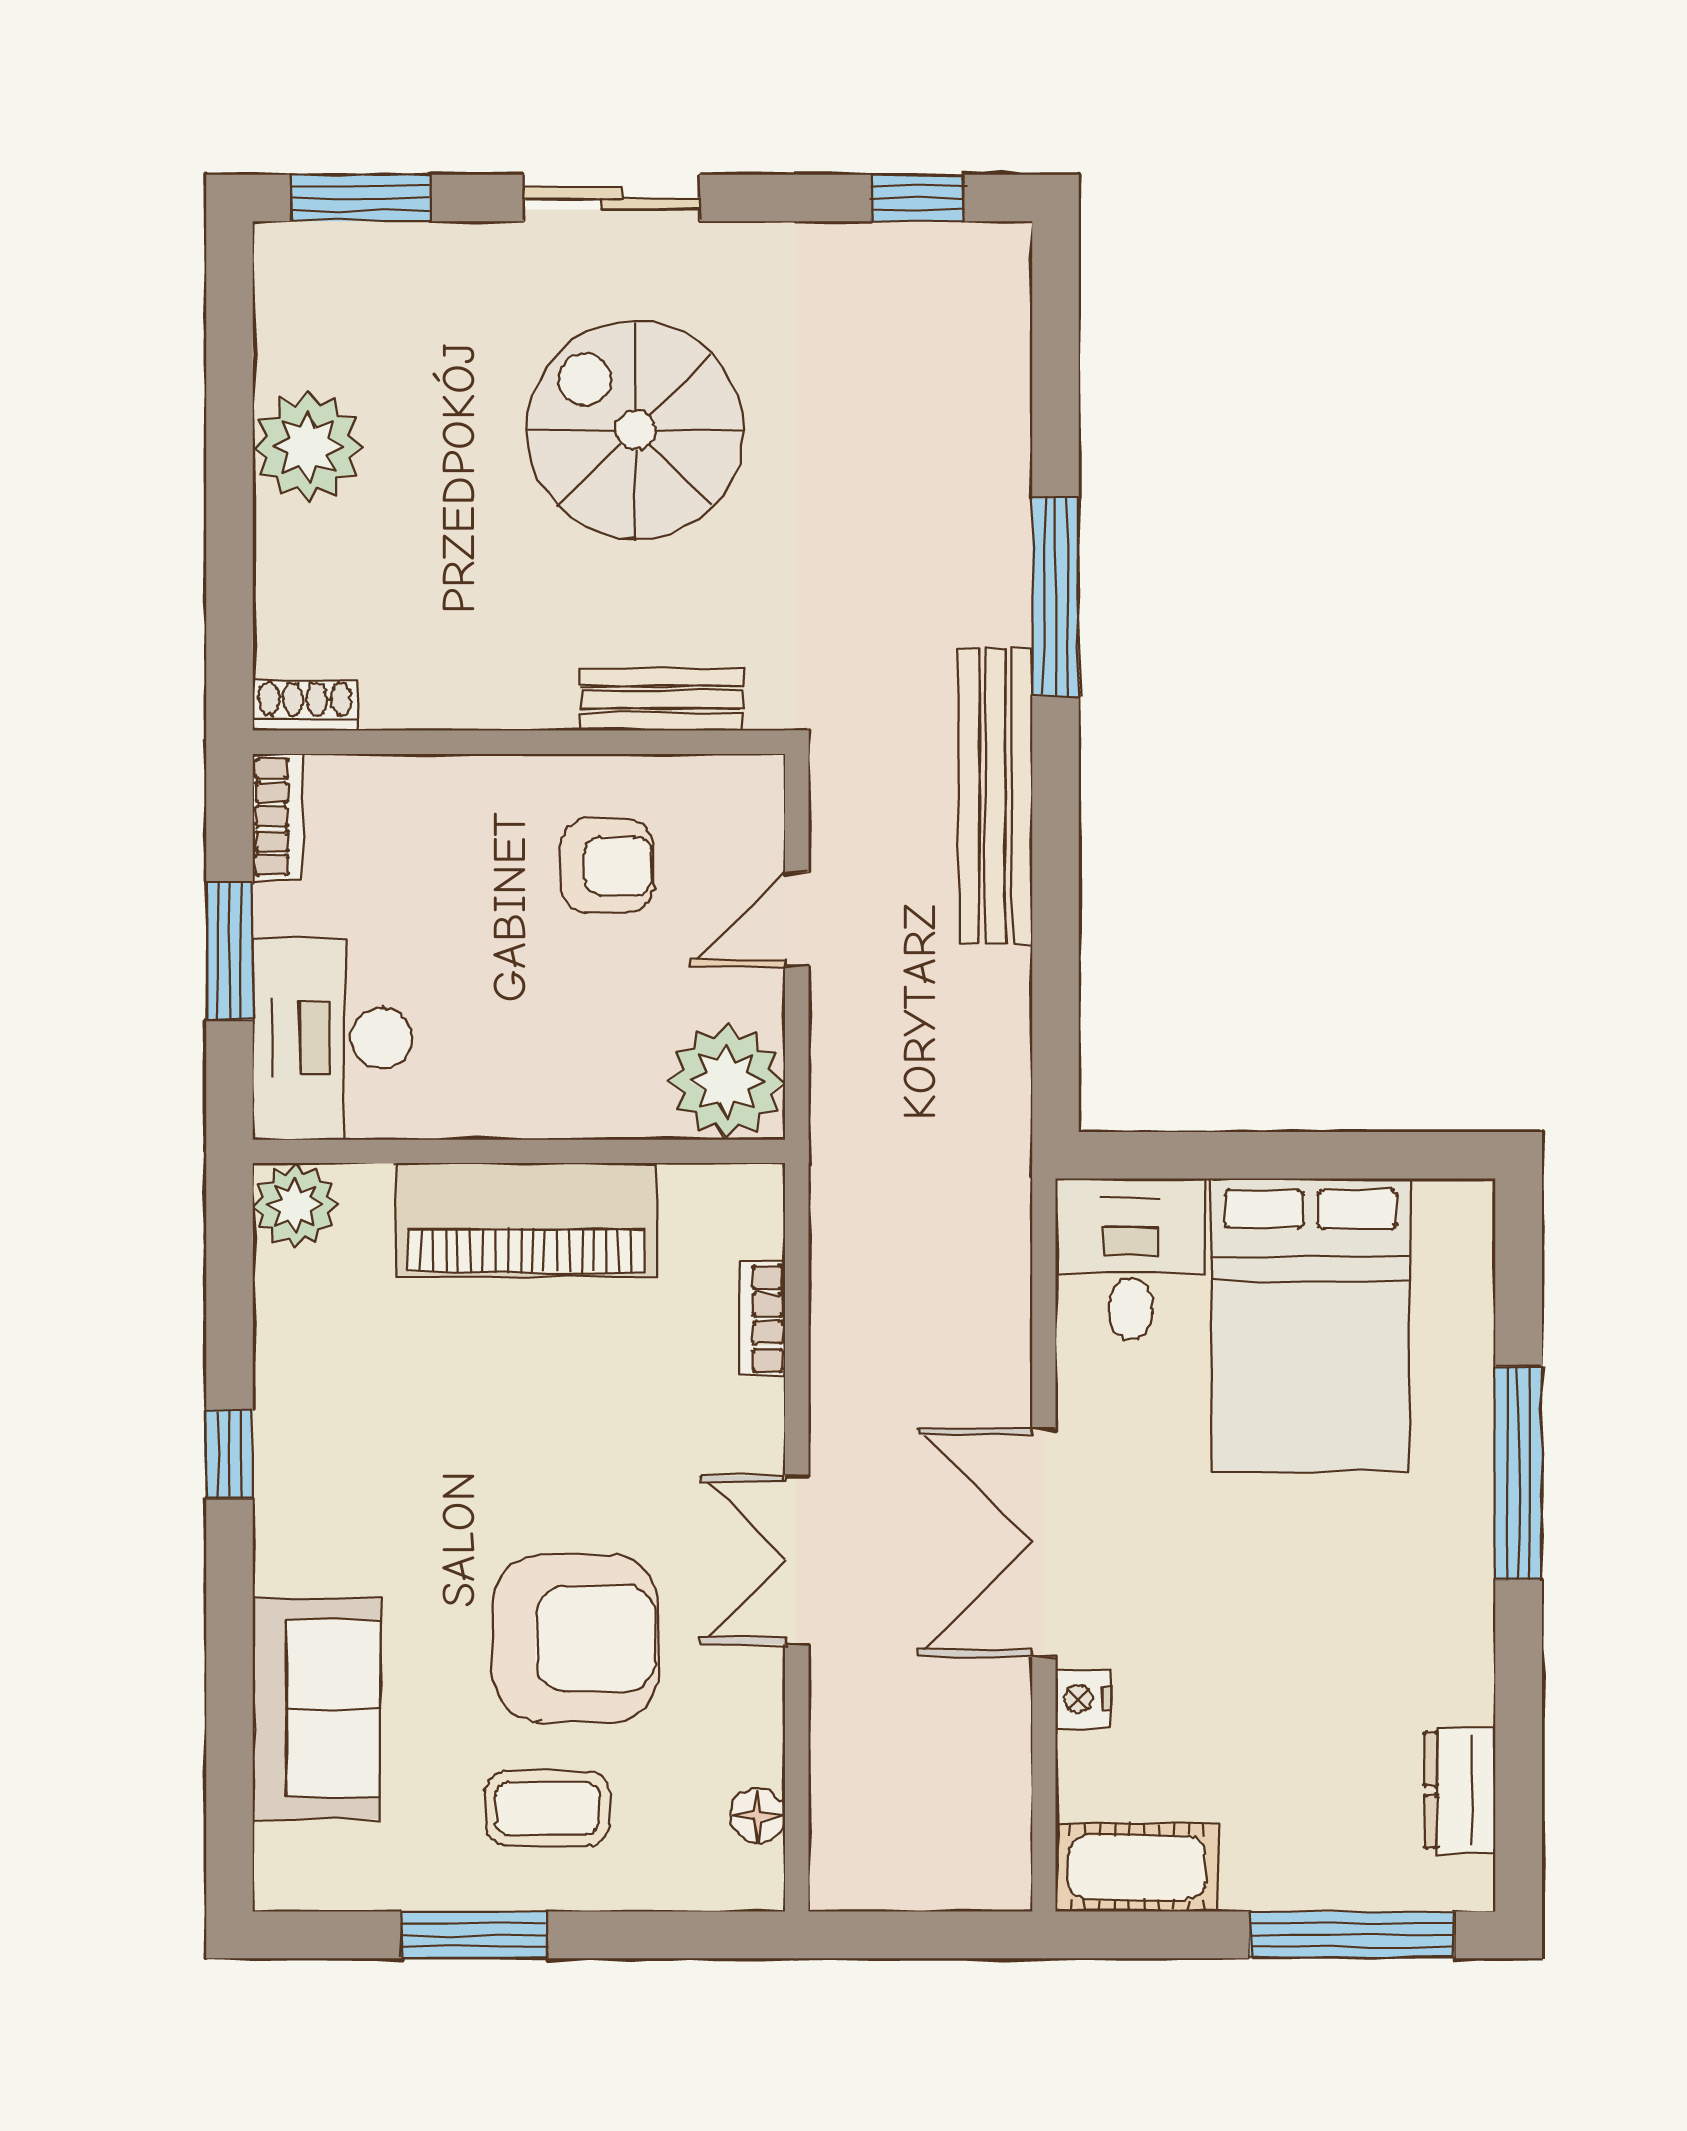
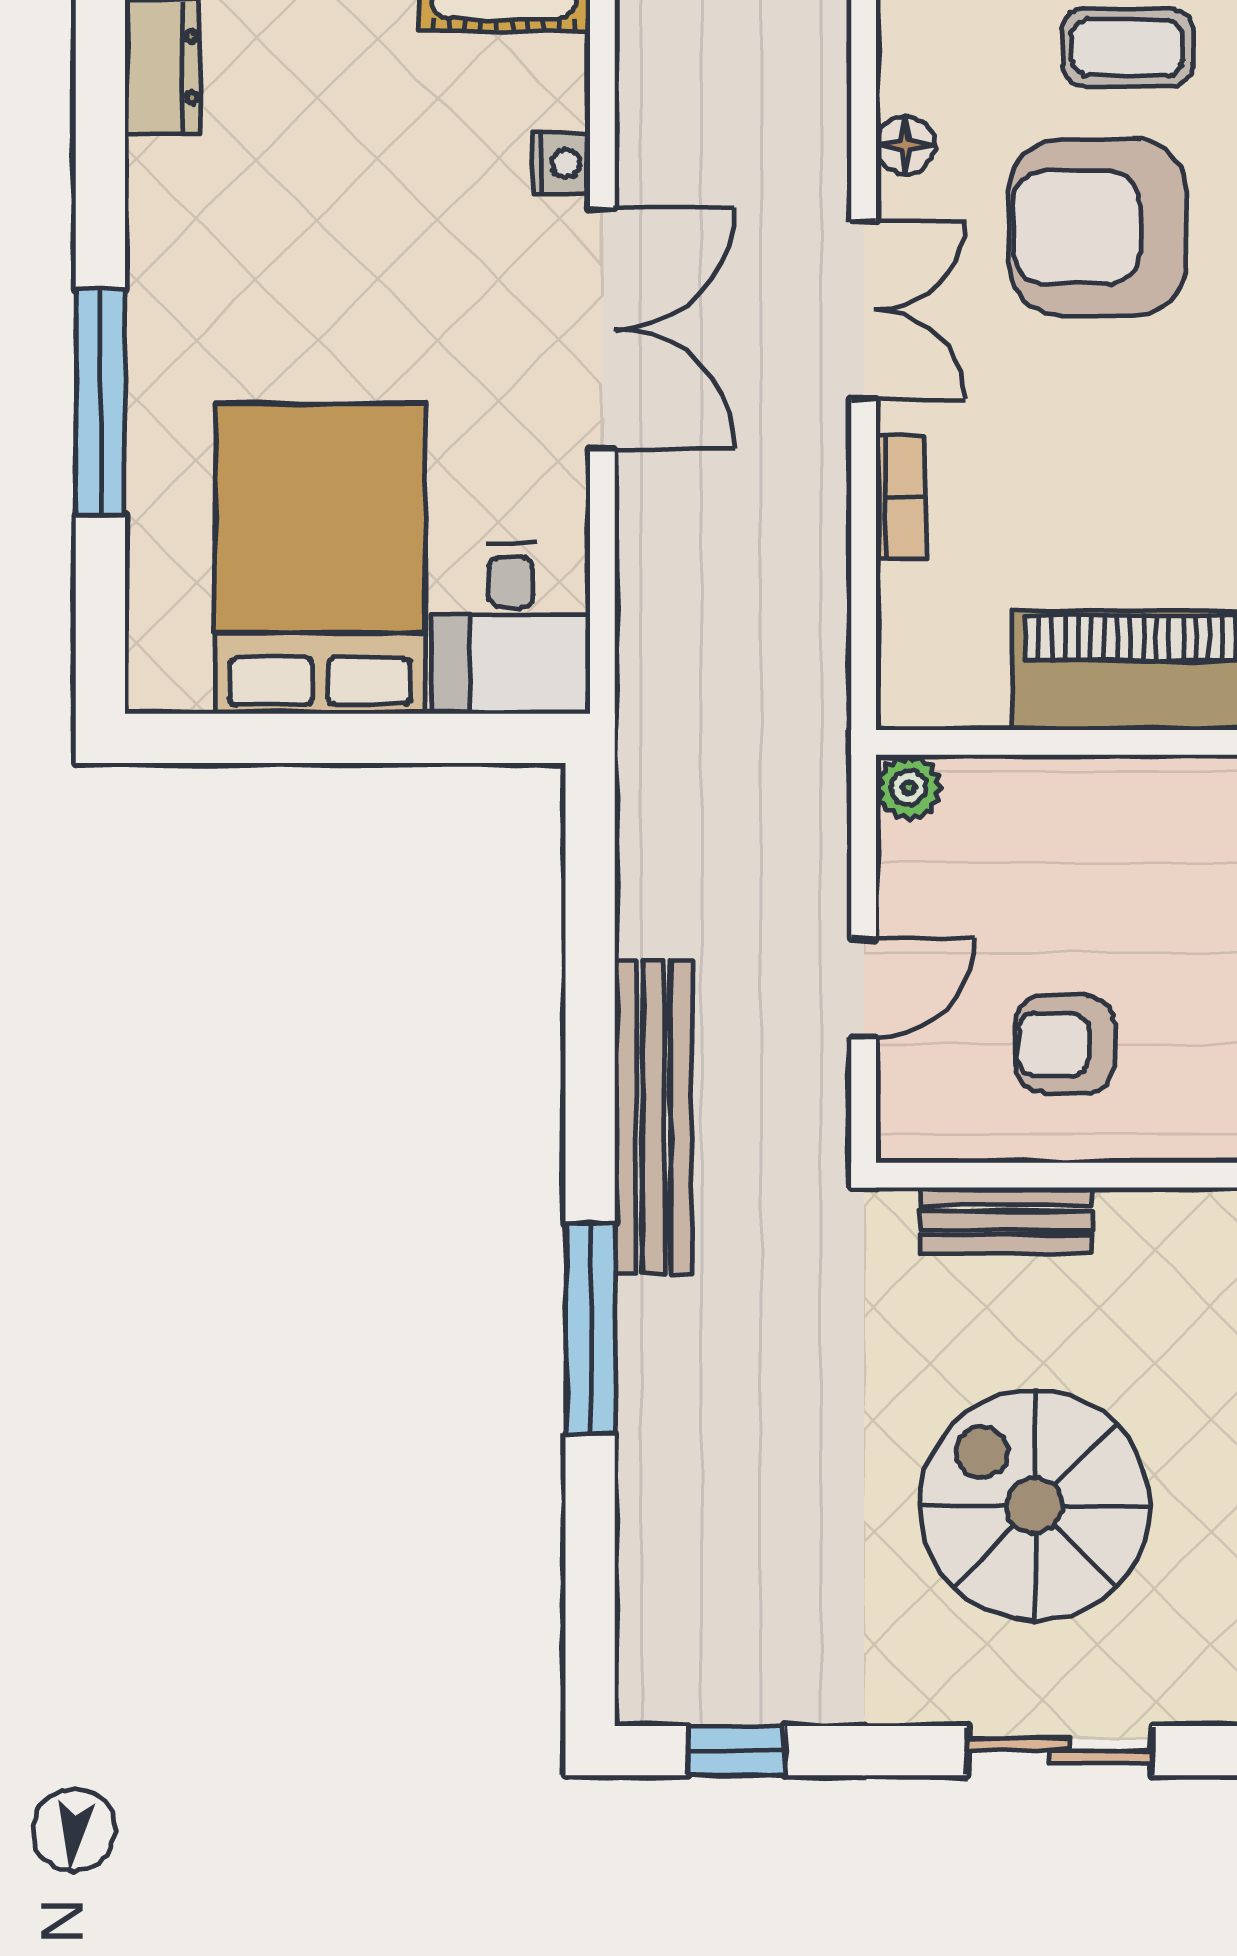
spiral stairs: (635, 430) -> (1035, 1505), turned 180
plant: (727, 1081) -> (909, 788), width x0.53, depth x0.53
bookcase: (762, 1319) -> (900, 497), moved
floor lamp: (758, 1816) -> (905, 145), moved

